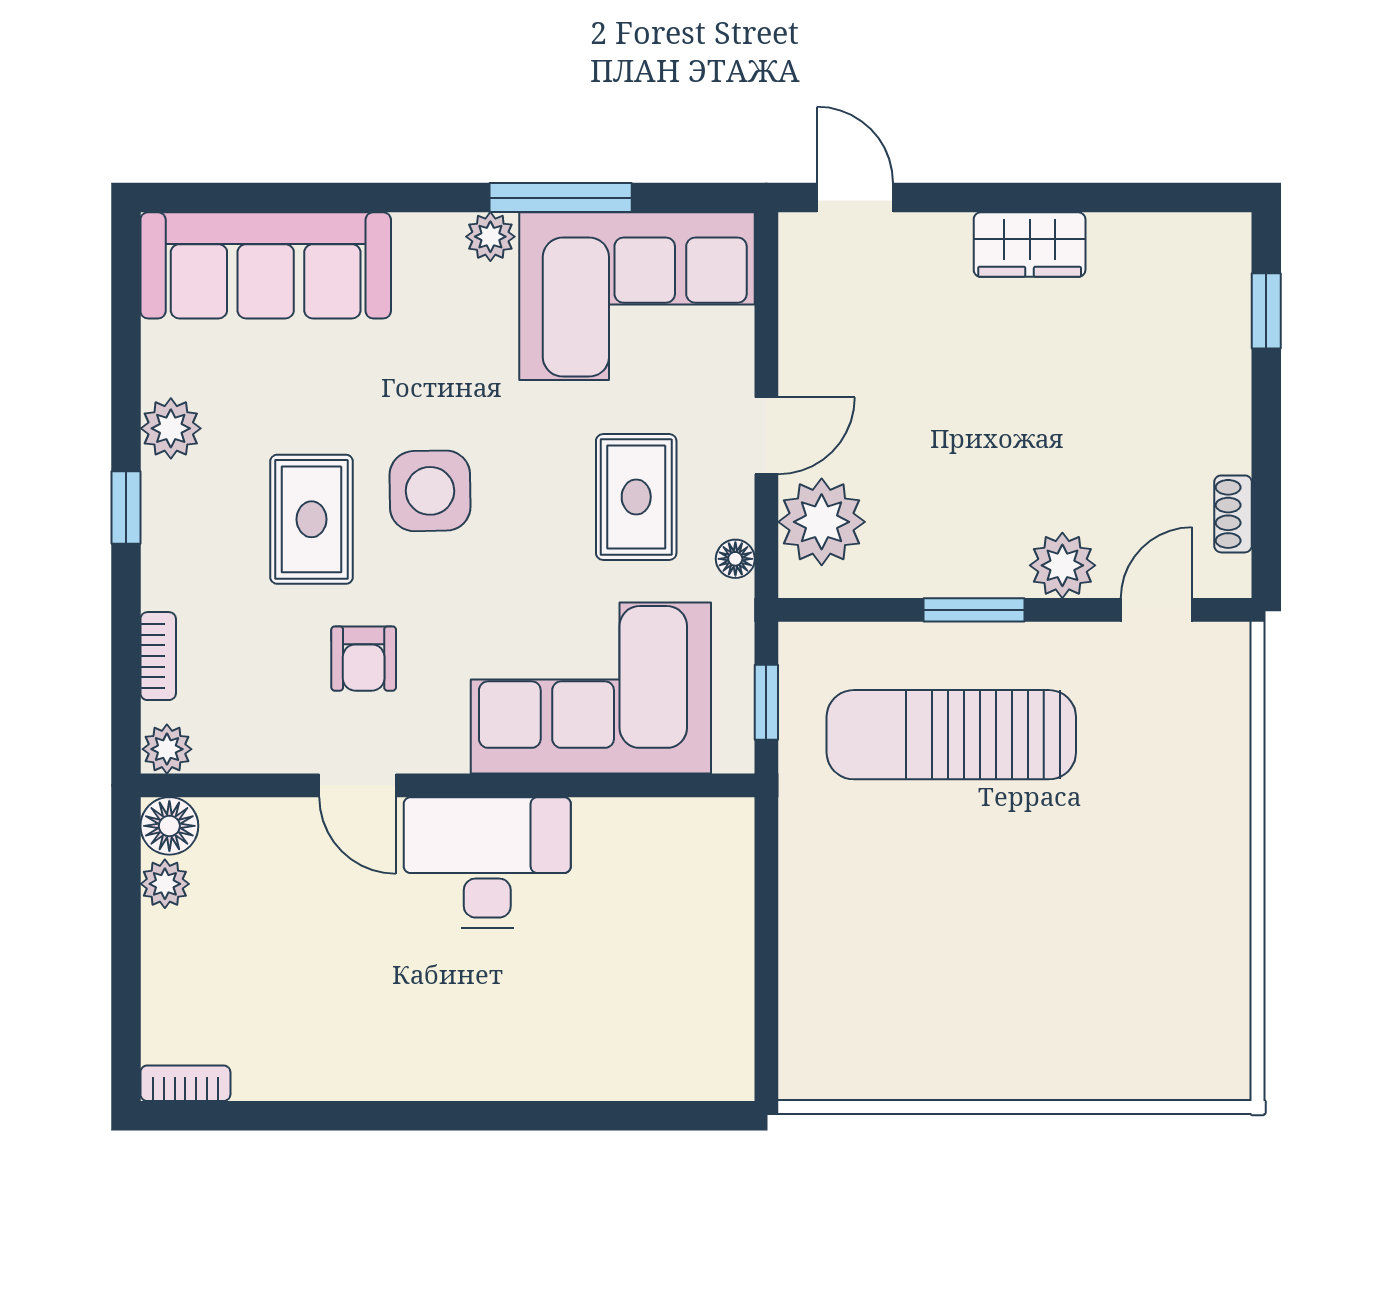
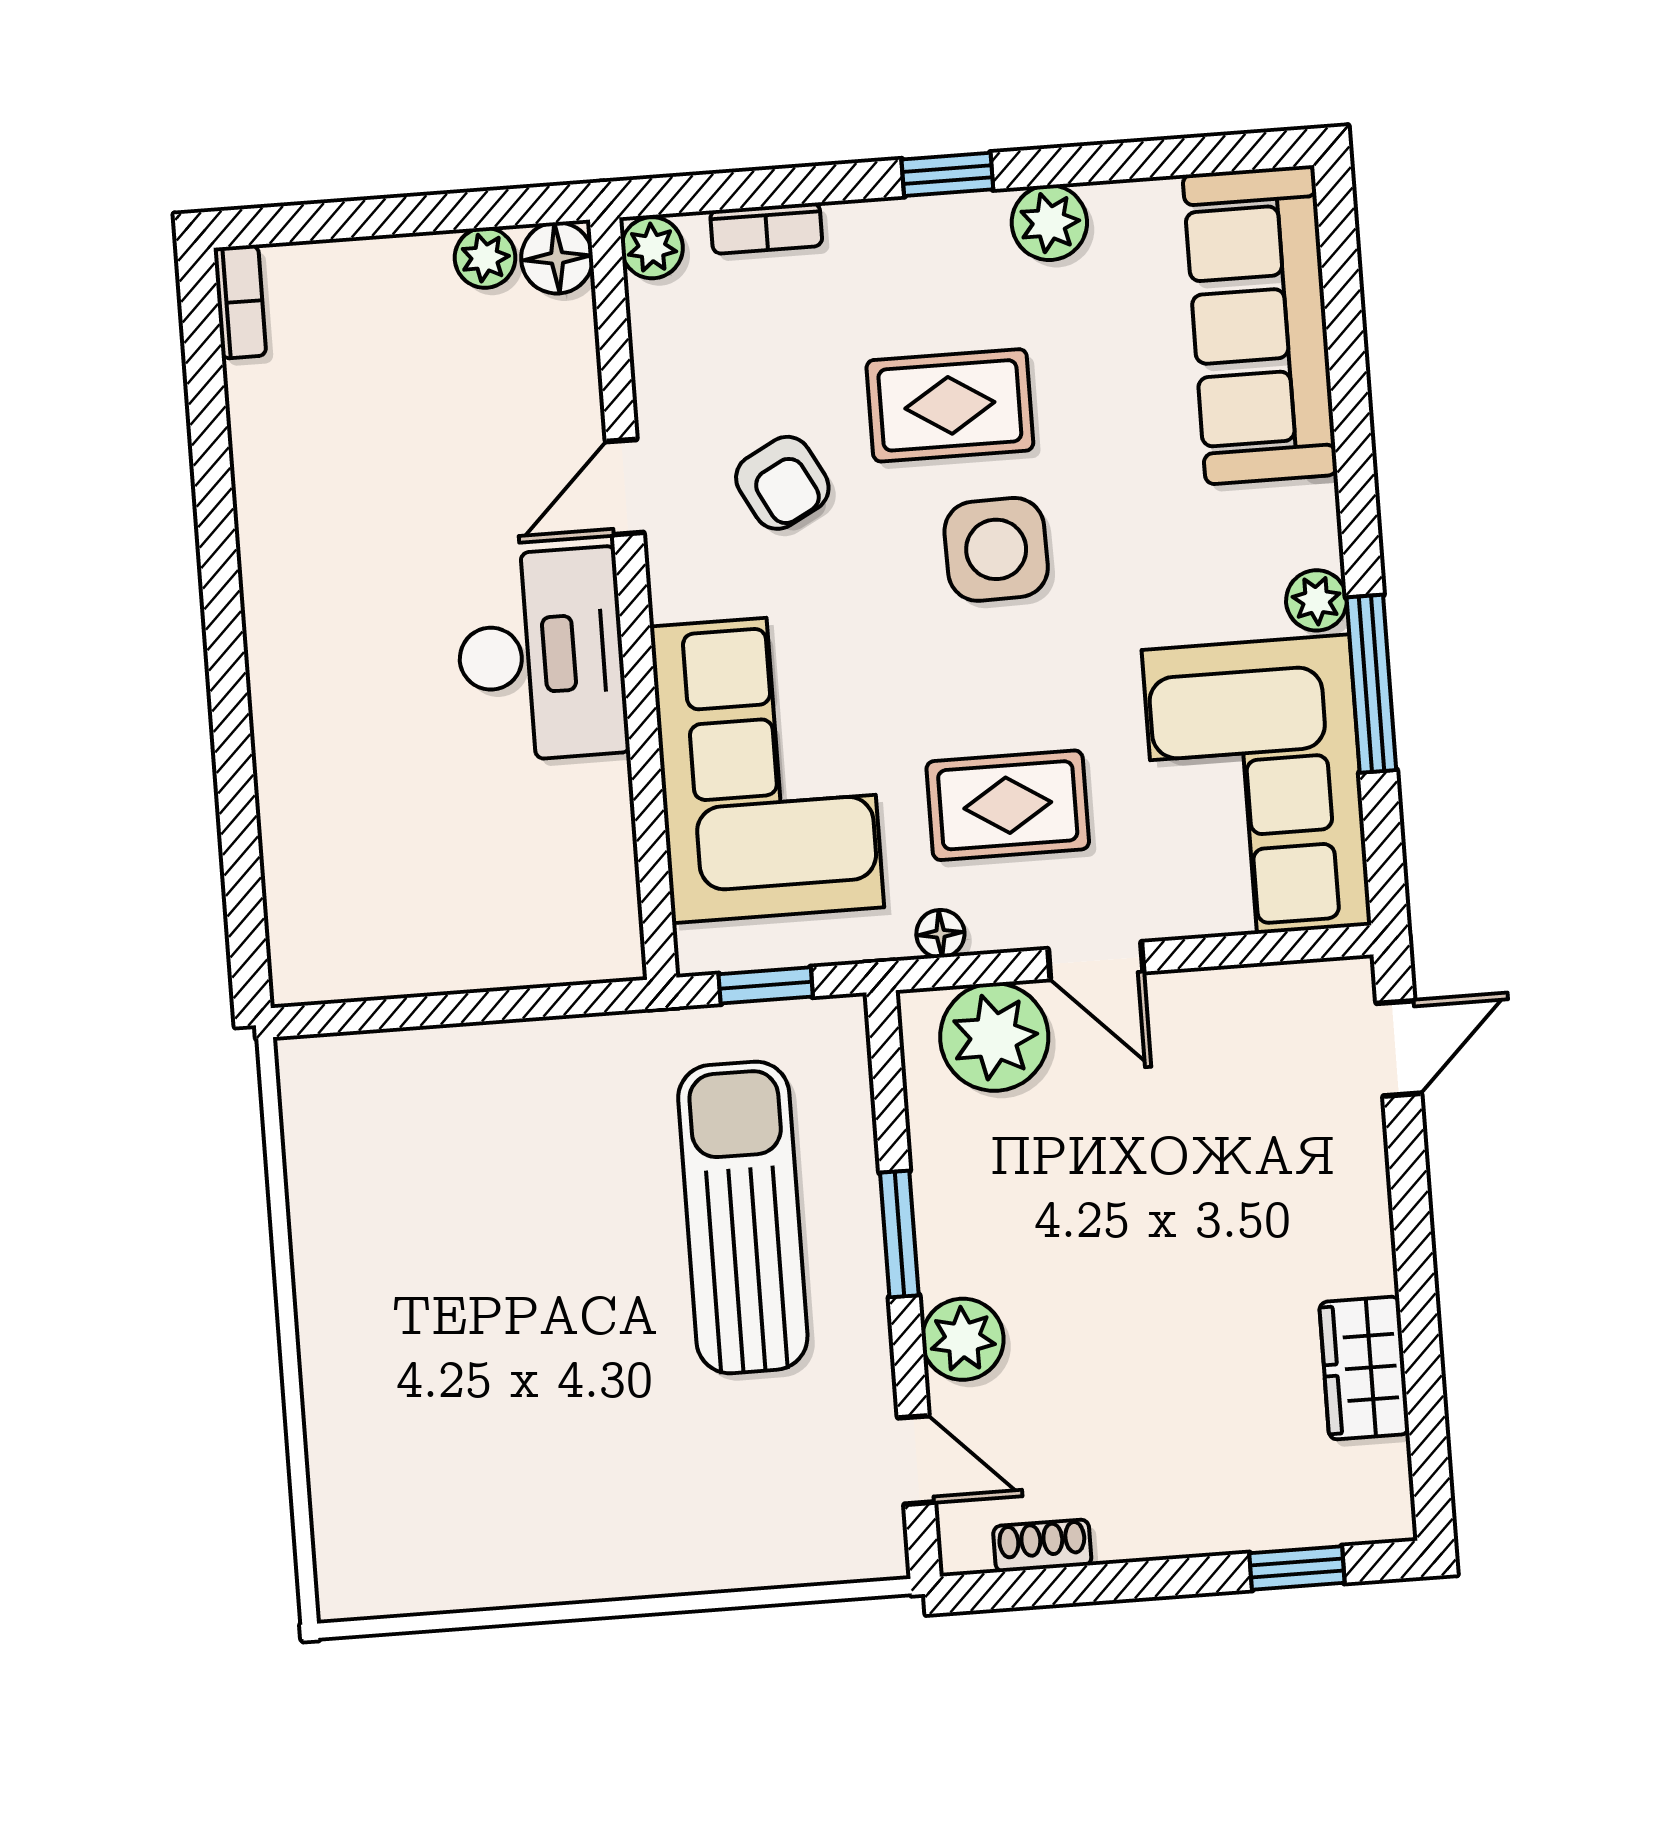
wardrobe: (1030, 245) -> (1364, 1368), moved
armchair: (364, 659) -> (782, 483), turned -118

